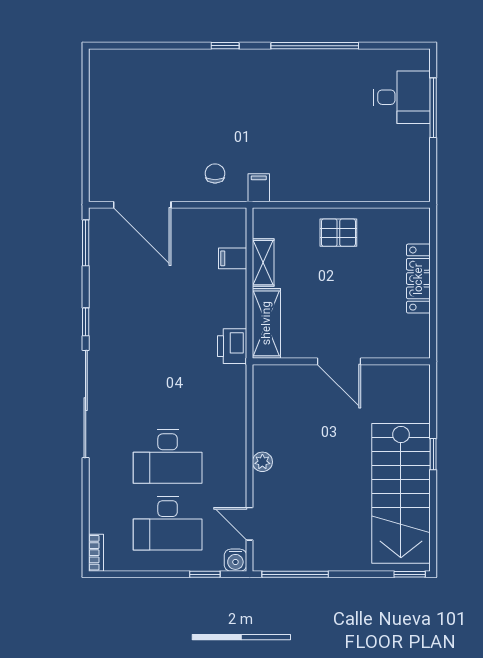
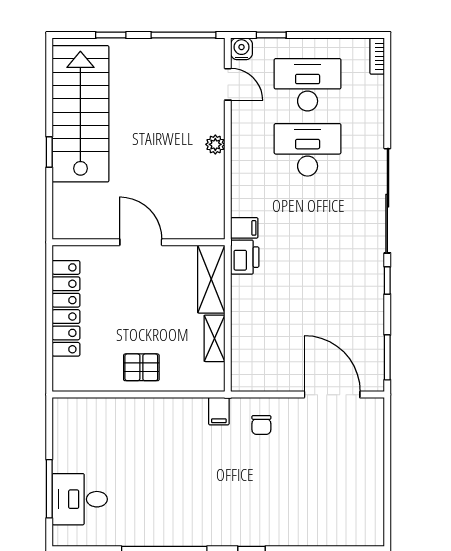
filing cabinet: (233, 258) -> (244, 228), moved
locker: (418, 279) -> (66, 308), width x1.41, depth x1.21
window: (410, 574) -> (111, 35), moved

